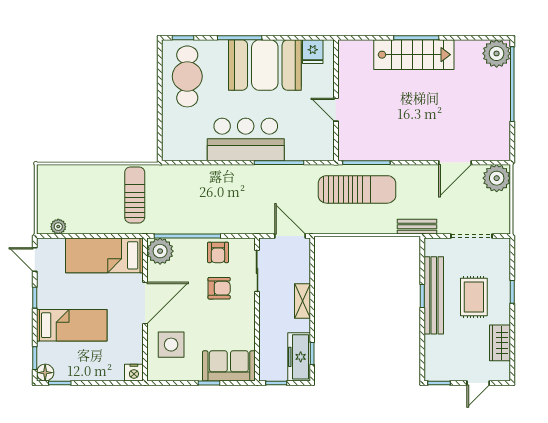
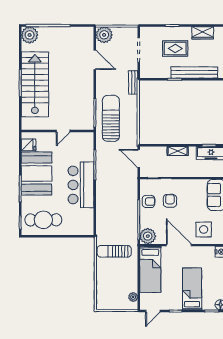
stairs: (414, 55) -> (35, 84), width x1.36, depth x1.51
door: (290, 236) -> (139, 158), hinge flipped
bench: (434, 295) -> (194, 72), moved

